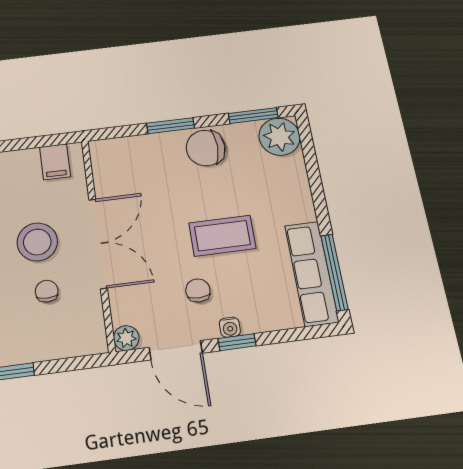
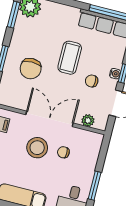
chair: (206, 148) -> (31, 69), moved
plant: (126, 338) -> (88, 121), moved

